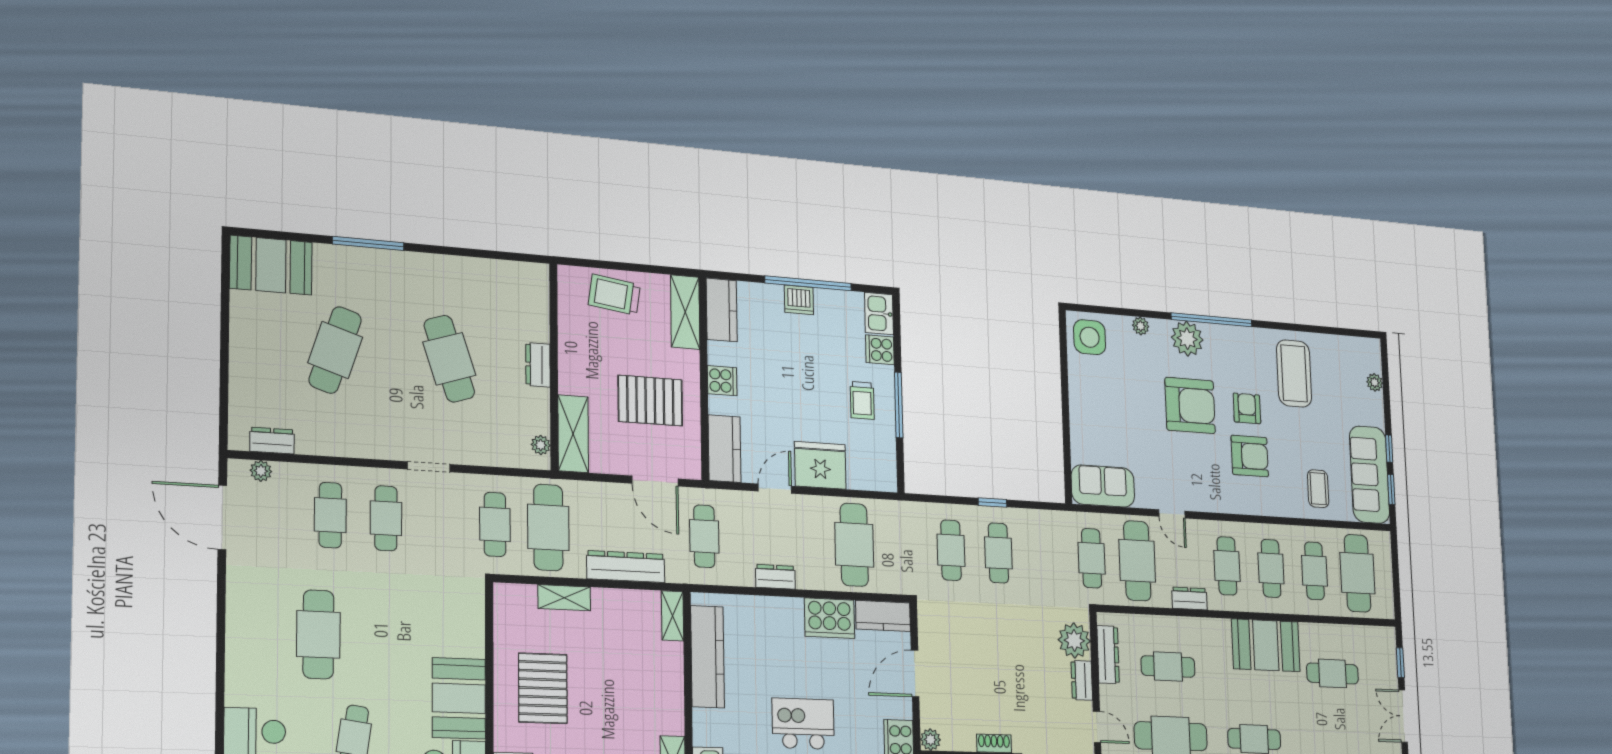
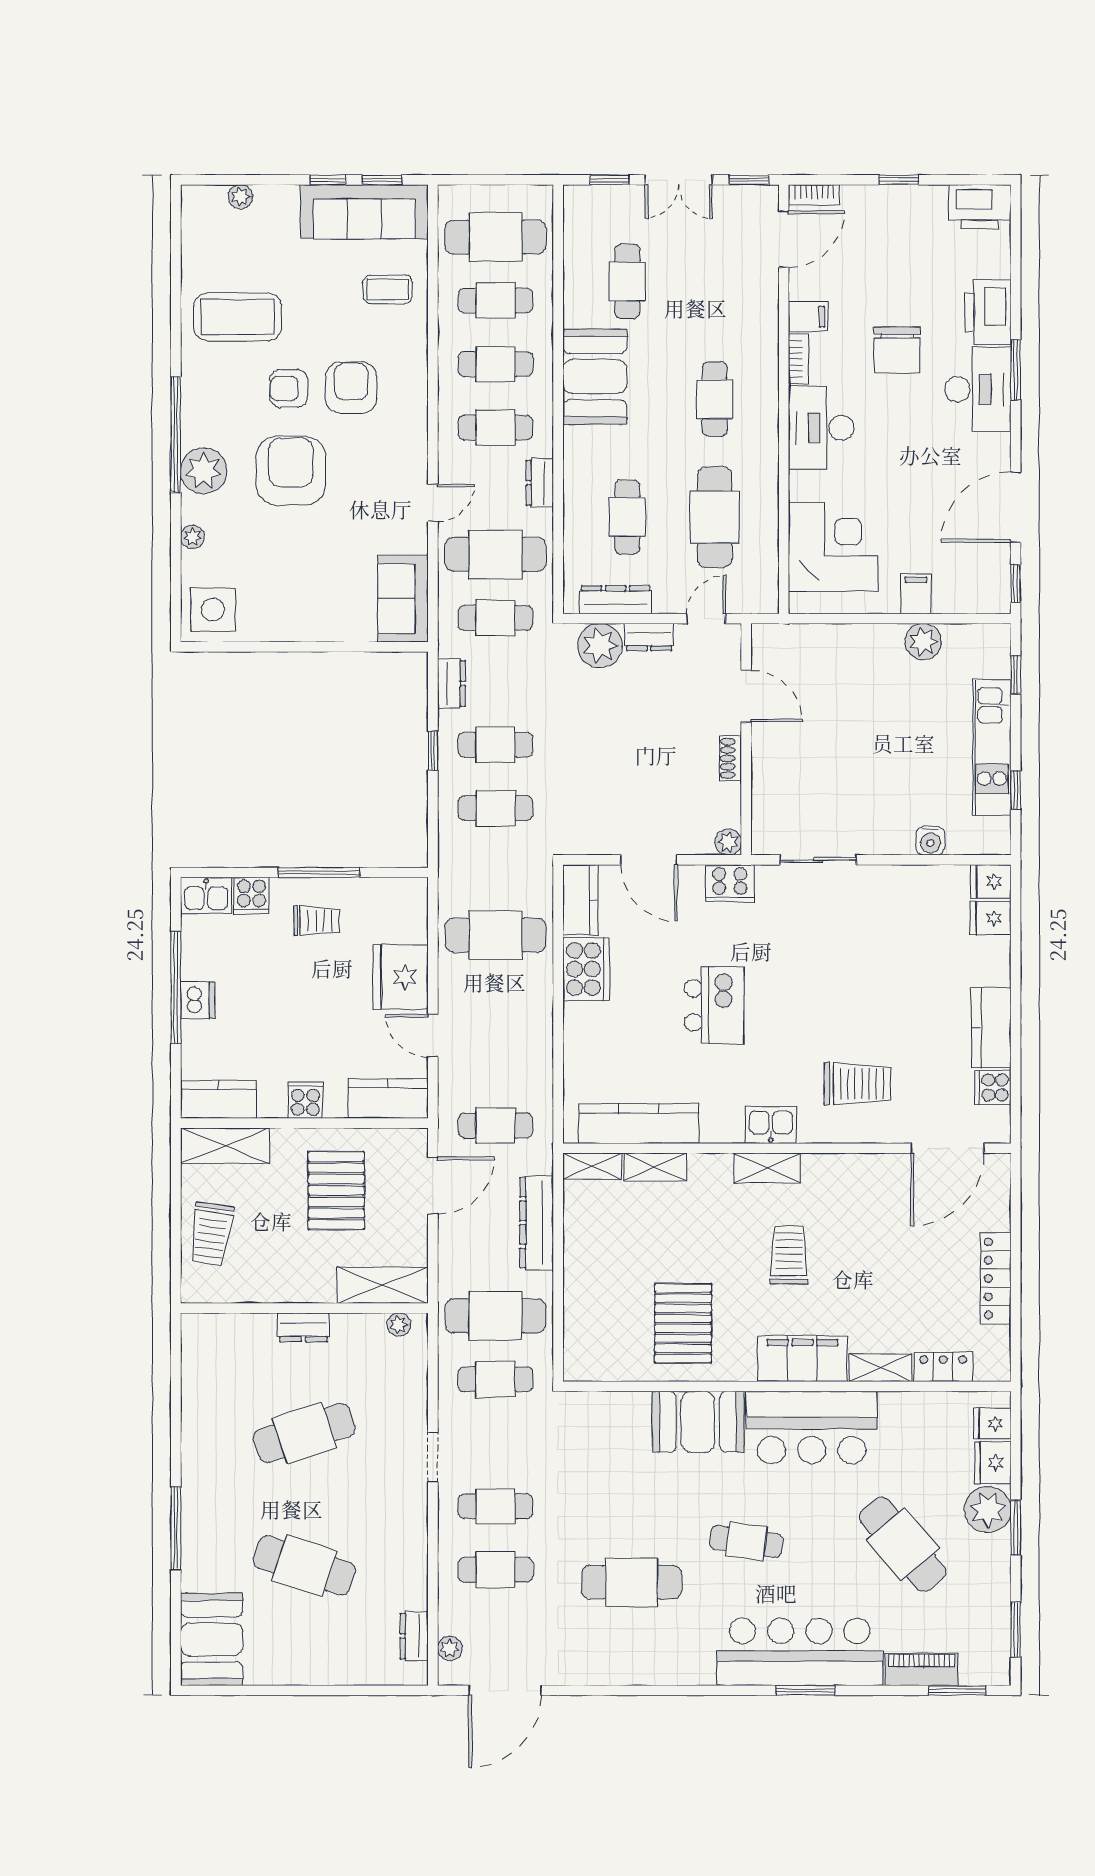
dresser: (775, 577) -> (451, 683), moved, turned 180
shelving: (564, 598) -> (655, 1167), moved, turned 90
pallet: (543, 688) -> (683, 1323), turned 90
kitchen island: (803, 724) -> (714, 1005), turned 180

